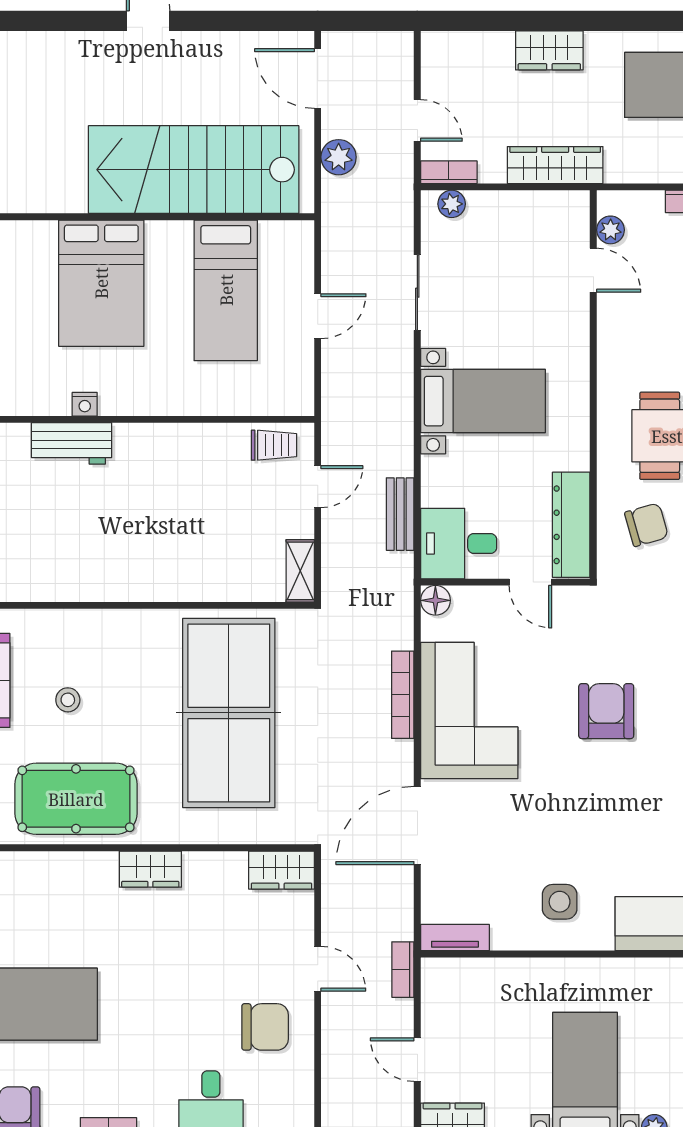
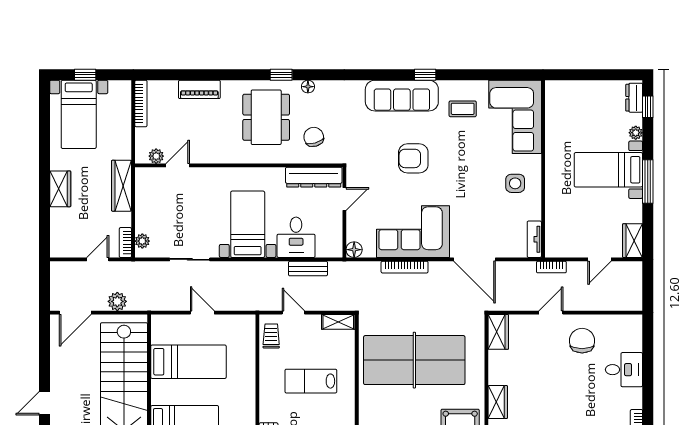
lab bench: (190, 519) -> (311, 381), added
desk: (459, 544) -> (296, 237), moved

